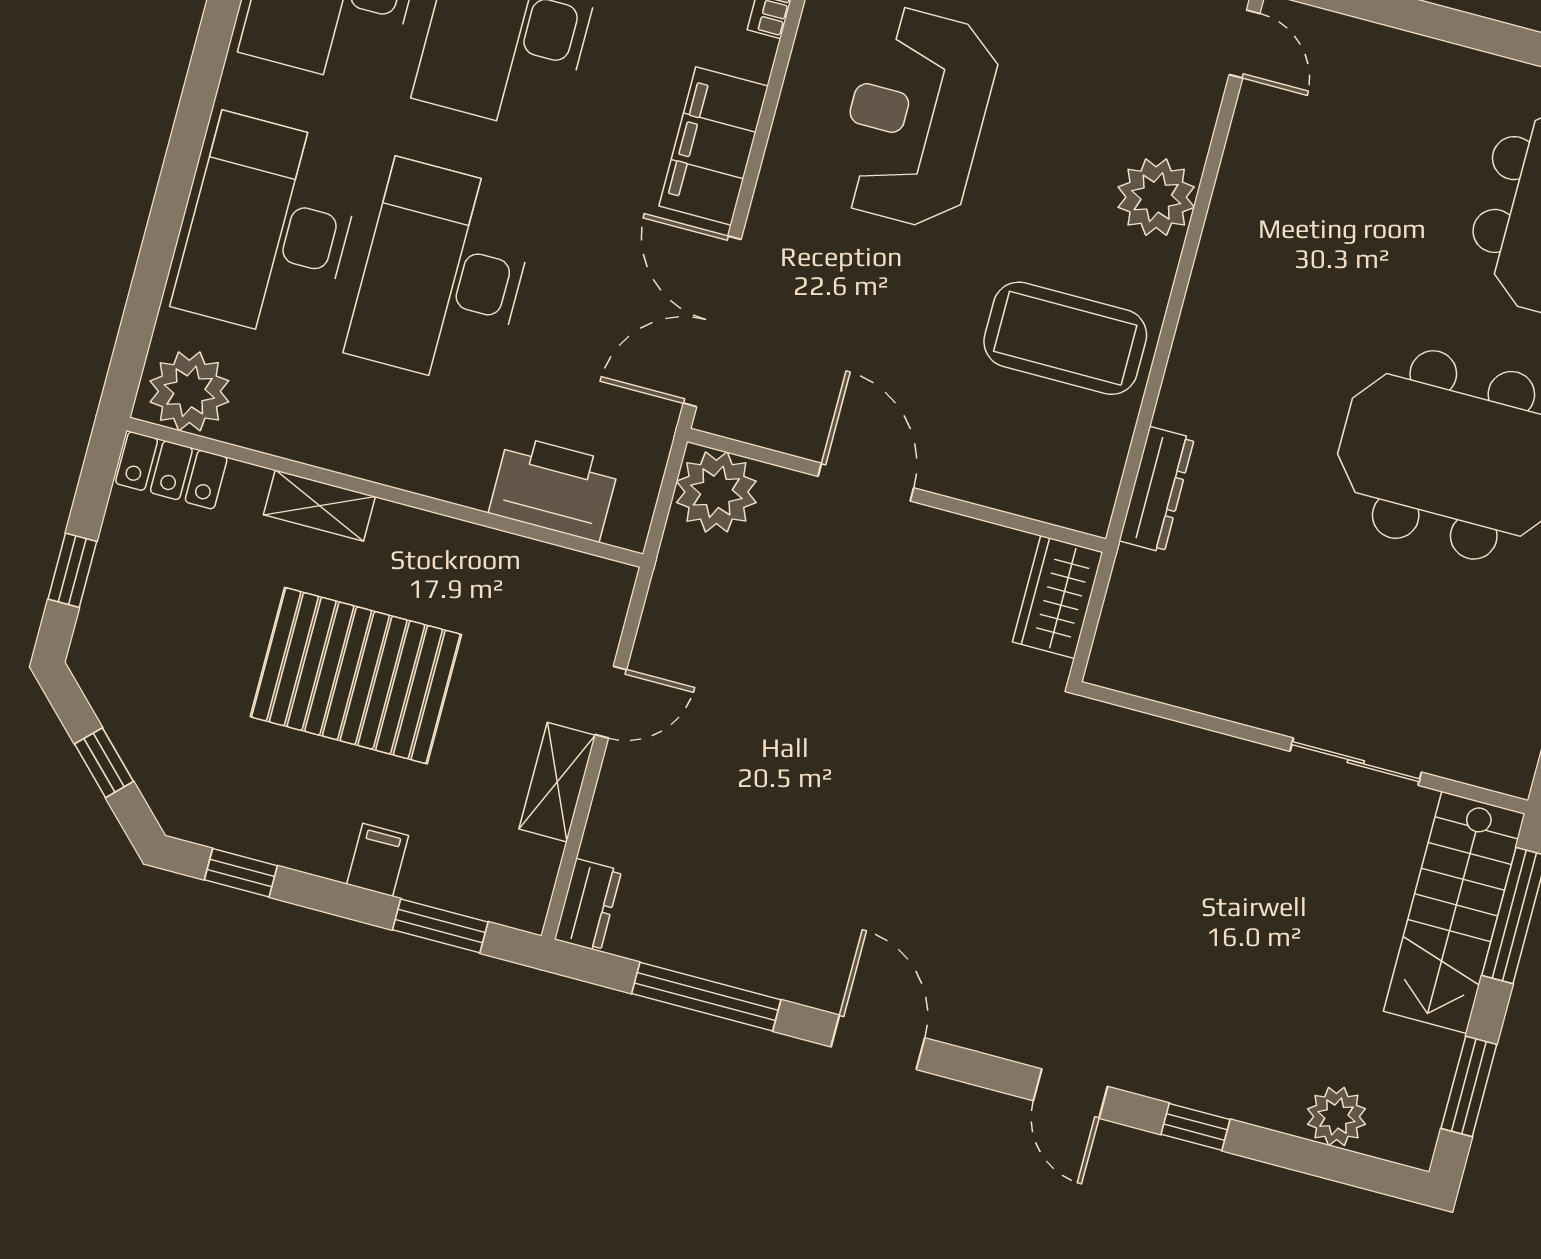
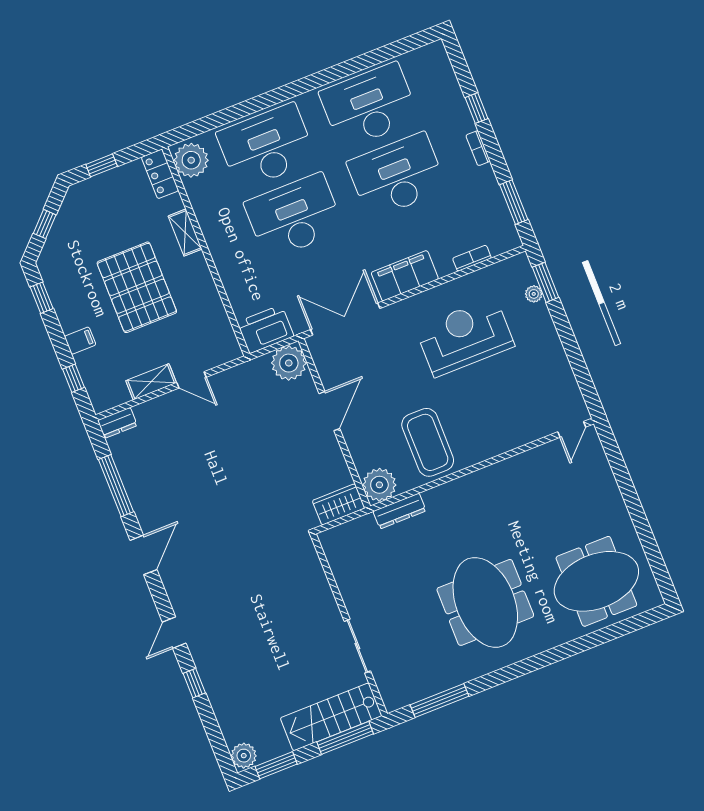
plant: (1156, 197) -> (379, 485), moved
printer: (554, 488) -> (266, 329), moved, turned -90
window: (440, 926) -> (74, 378), width x0.67
plant: (1336, 1117) -> (244, 756), moved

